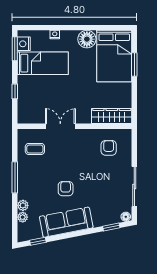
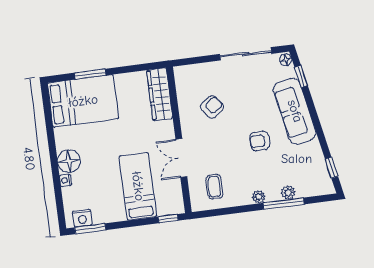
floor lamp: (87, 39) -> (69, 161), moved
bed: (43, 63) -> (138, 186), moved
window: (15, 91) -> (168, 219), moved
armchair: (109, 148) -> (212, 107), moved, turned 142
window: (15, 177) -> (284, 204), moved
plant: (23, 217) -> (259, 197), moved
sofa: (66, 222) -> (295, 111), moved

